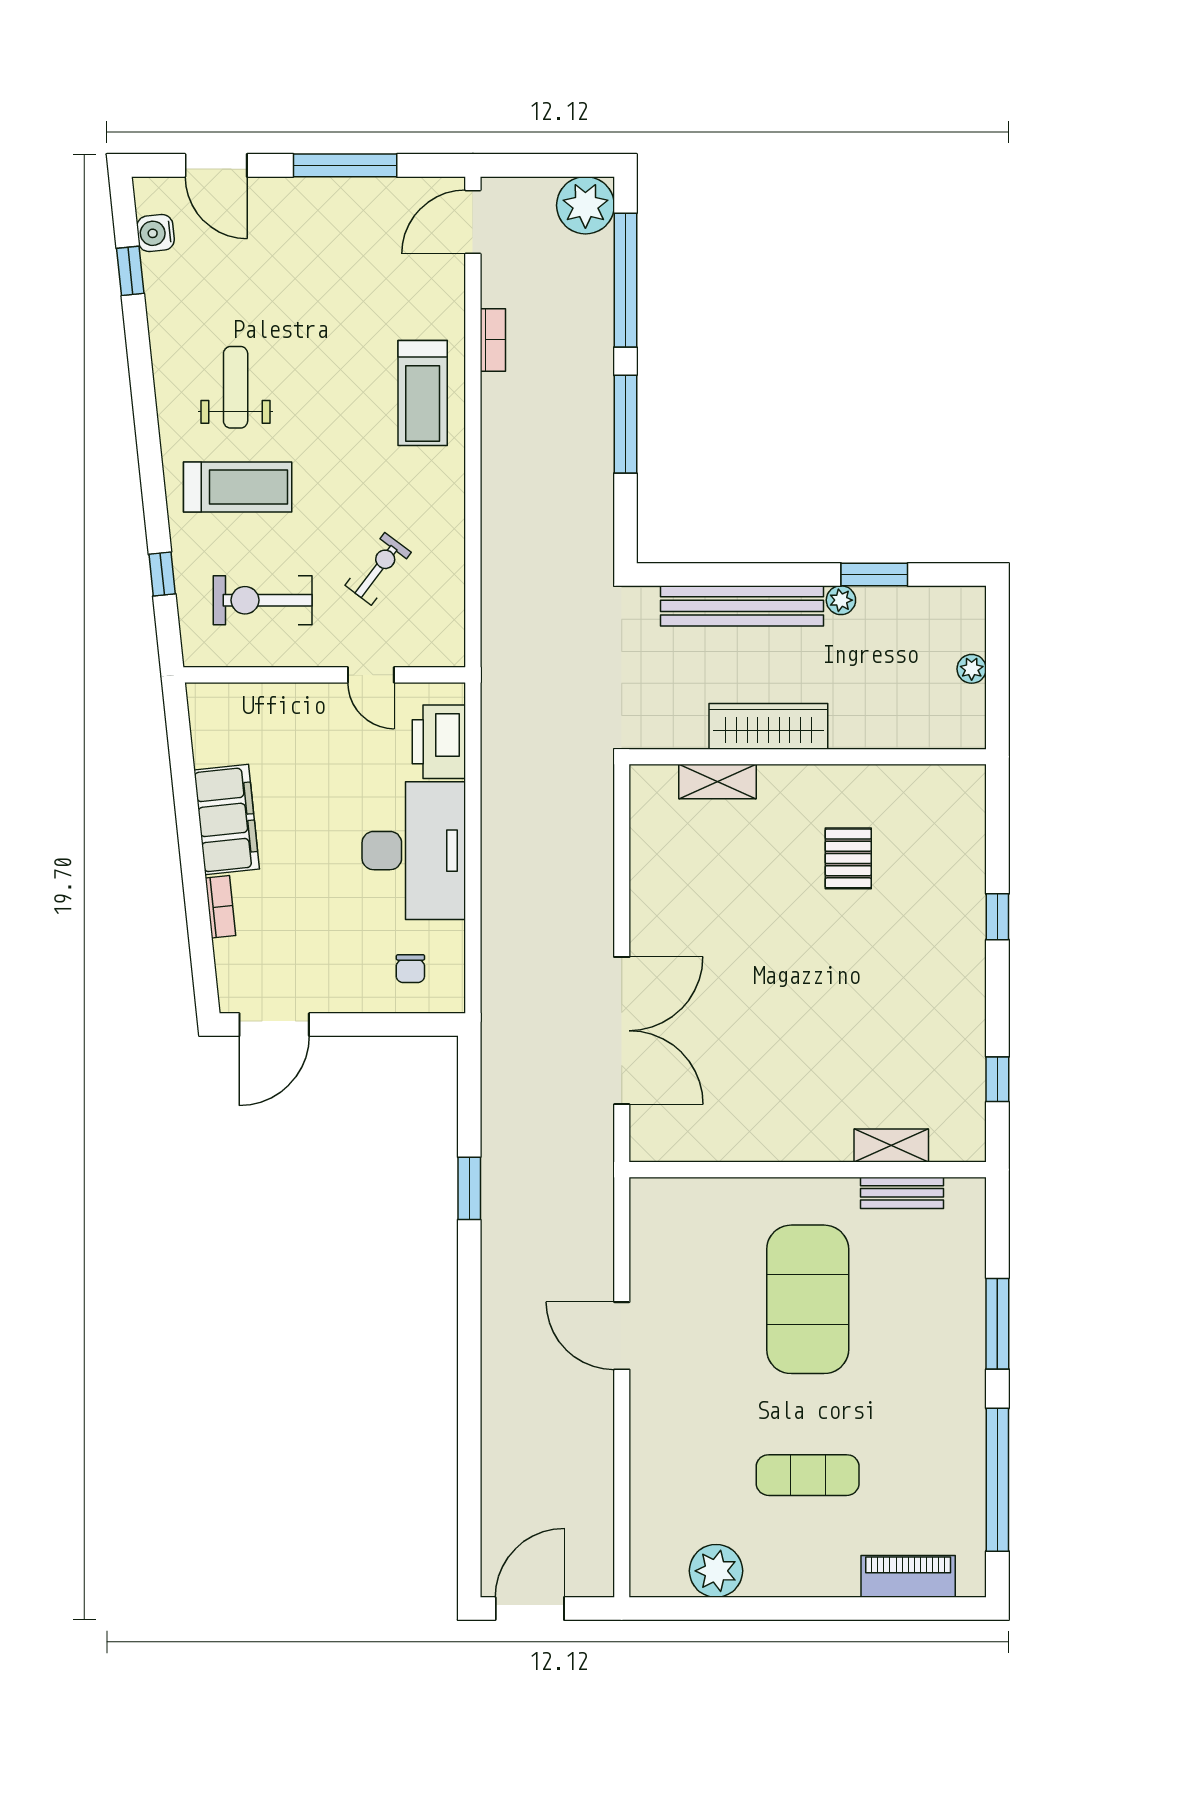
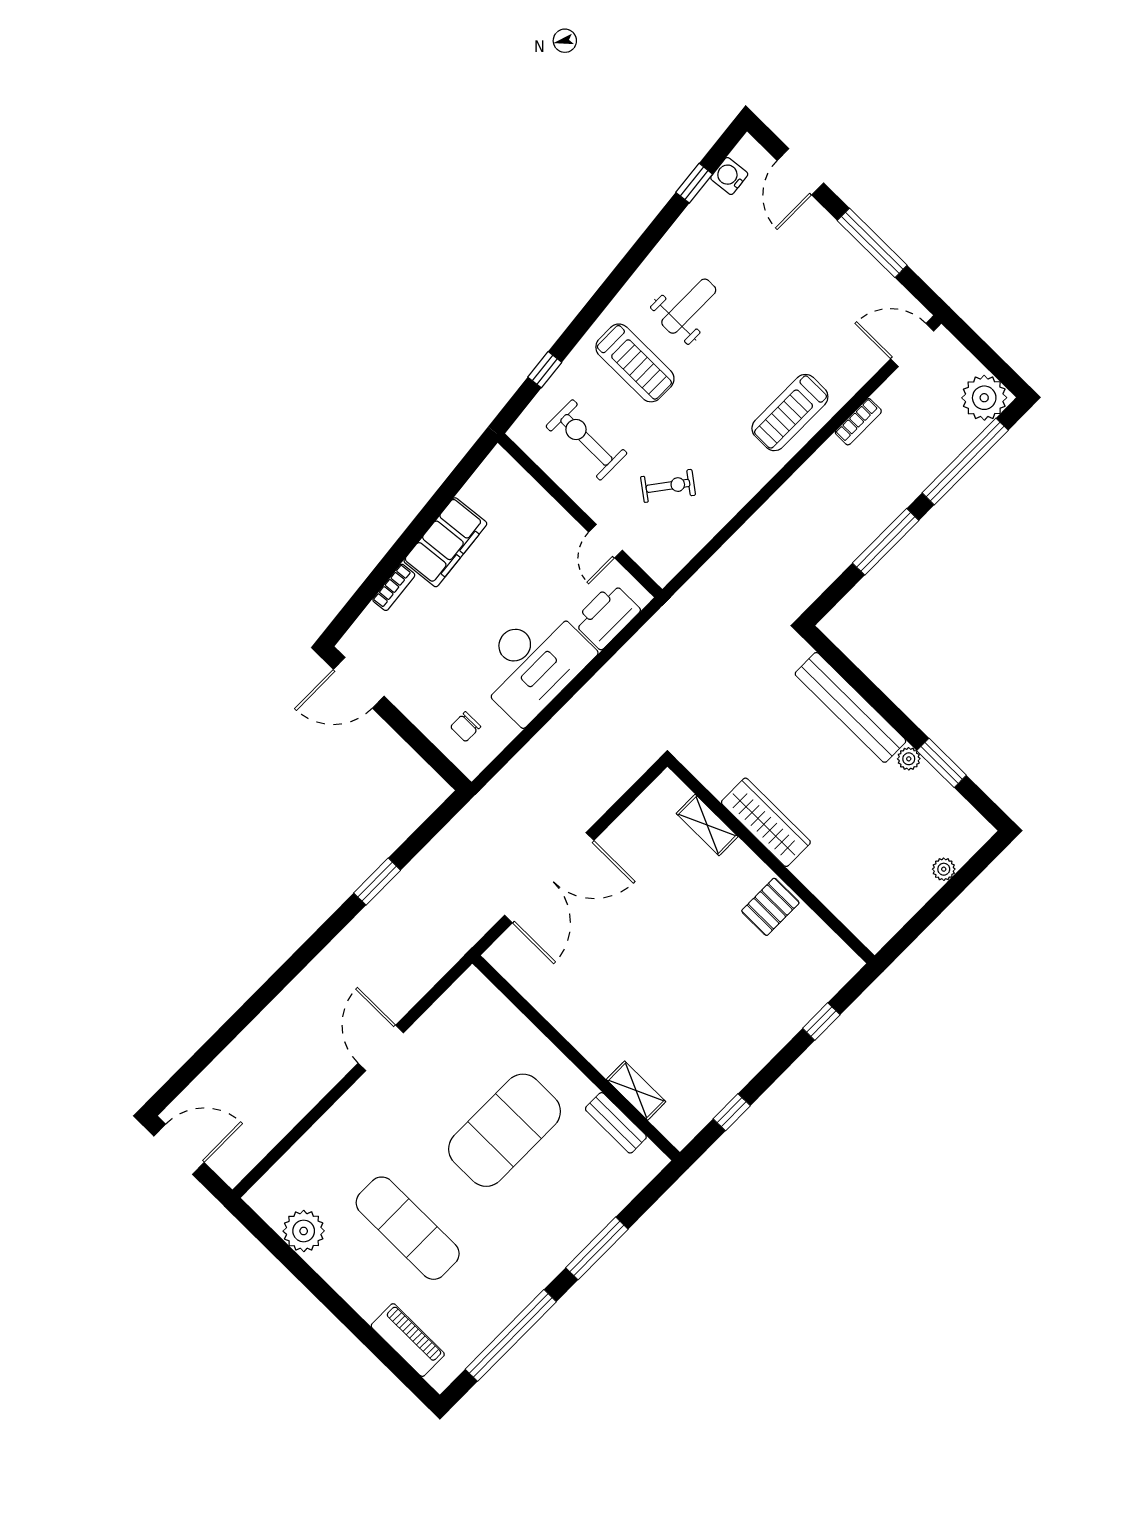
wardrobe: (768, 726) -> (766, 822), moved
wall: (808, 757) -> (771, 861), moved
shelving: (718, 782) -> (707, 825), moved
exercise mat: (808, 1475) -> (408, 1228), width x1.36, depth x1.45

